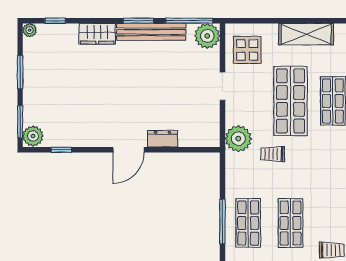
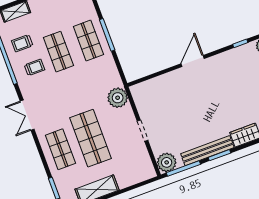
display table: (247, 50) -> (135, 163), removed
dresser: (163, 139) -> (171, 78), removed
trolley: (273, 154) -> (34, 67), moved

